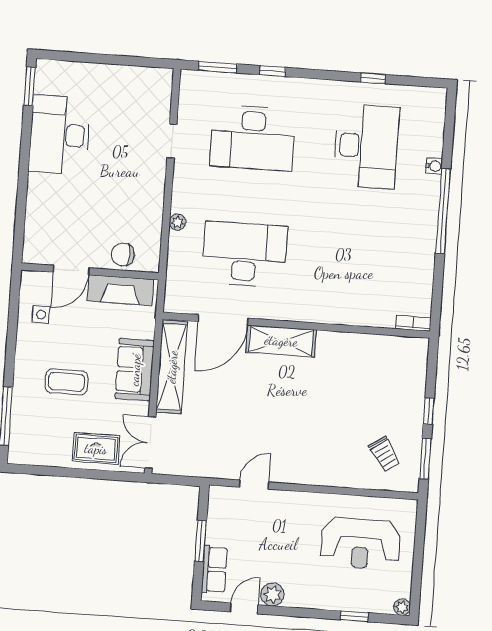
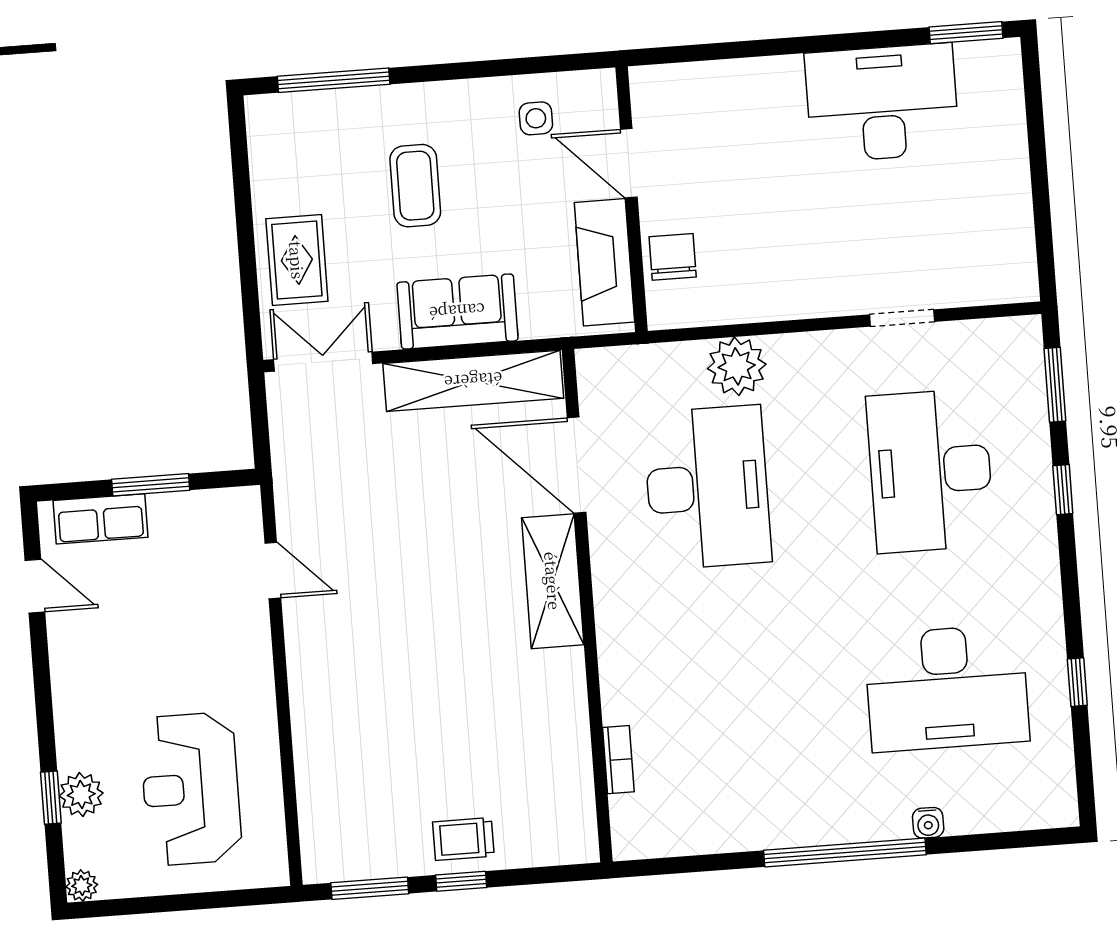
plant: (178, 222) -> (737, 366), width x1.87, depth x1.87
bookcase: (413, 323) -> (618, 760), moved
trolley: (384, 454) -> (463, 839), moved, turned 34
plant: (272, 595) -> (81, 795), moved

